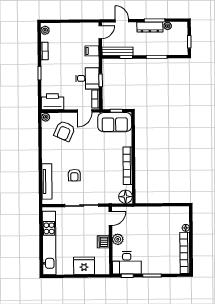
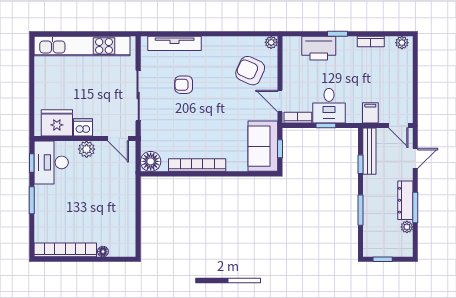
printer: (53, 102) -> (319, 48), moved, turned 90
fridge: (84, 266) -> (57, 123), moved, turned -90

